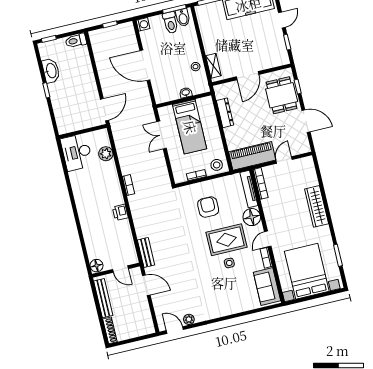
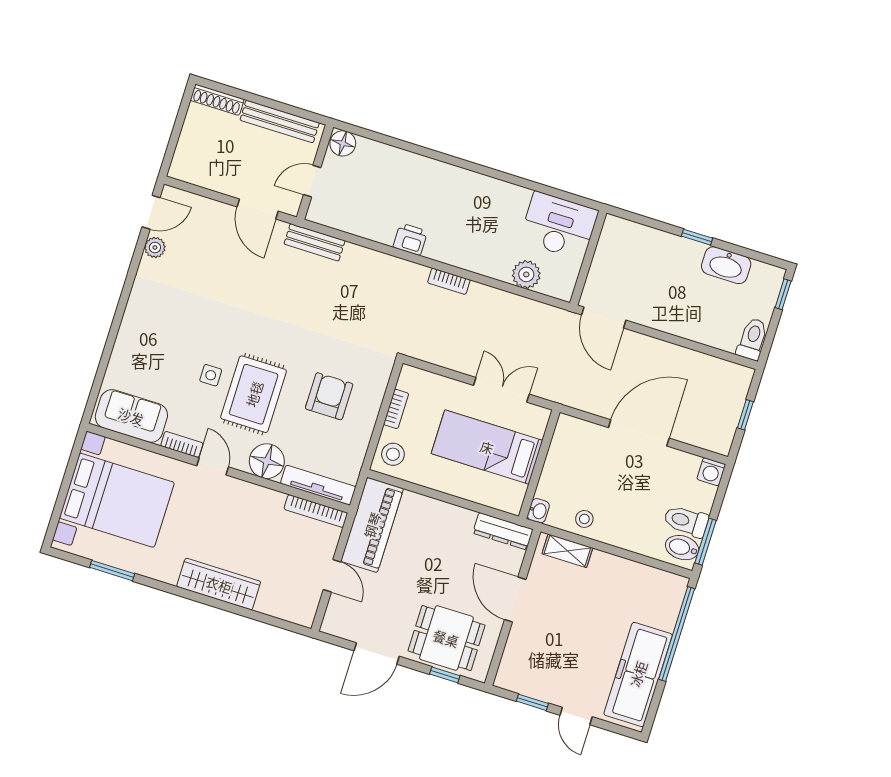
washbasin: (186, 93) -> (538, 511), moved
dresser: (225, 113) -> (503, 531), moved
armchair: (208, 207) -> (329, 396), turned -90
door: (146, 285) -> (258, 209), hinge flipped

